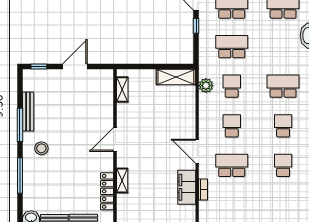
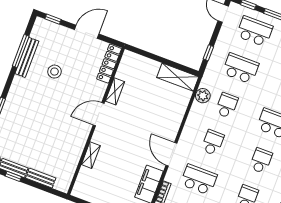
window: (196, 26) -> (208, 53), moved
shelving: (122, 89) -> (115, 91), moved
window: (20, 125) -> (21, 51), moved
stool: (41, 148) -> (55, 72), moved
locker: (107, 191) -> (109, 64), moved

